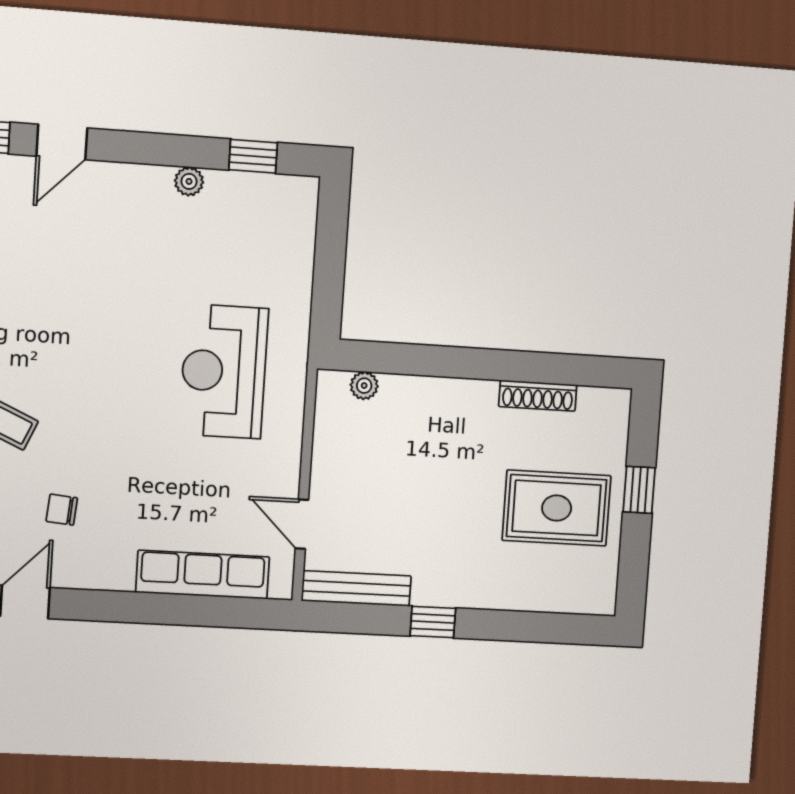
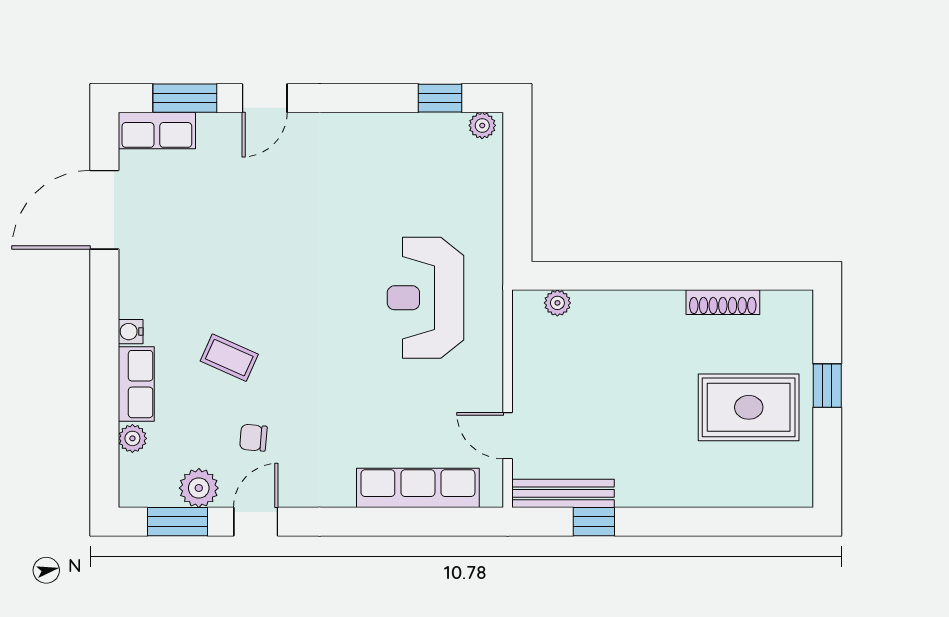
plant: (189, 181) -> (482, 125), moved
chair: (62, 510) -> (253, 438), moved
window: (433, 622) -> (594, 522), moved

